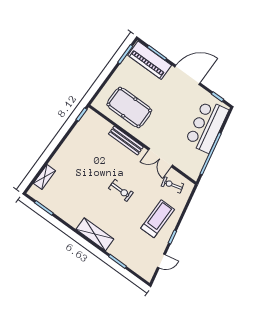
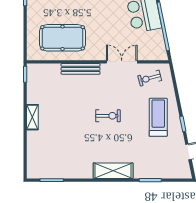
double door: (160, 158) -> (122, 62), swing flipped
shelving: (44, 177) -> (32, 117), moved

